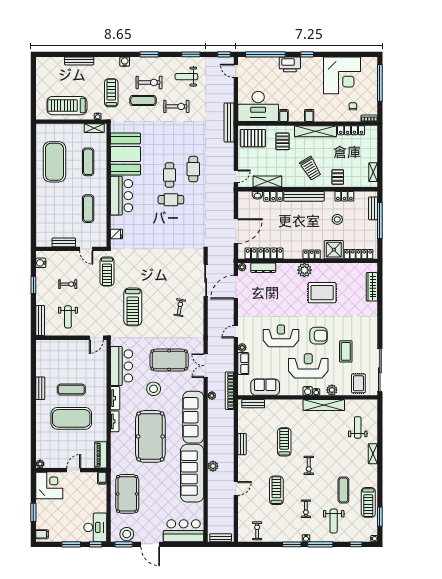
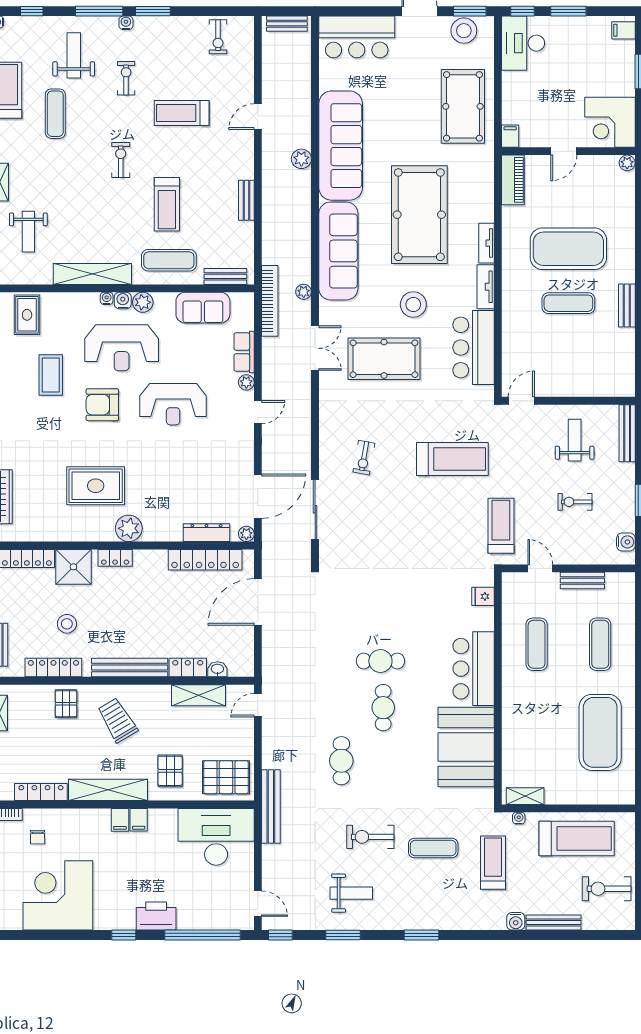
water cooler: (125, 62) -> (516, 921), moved
exercise bike: (149, 82) -> (607, 889), moved
treadmill: (111, 93) -> (493, 863), turned 180
filing cabinet: (284, 116) -> (139, 820), moved
exercise mat: (88, 162) -> (600, 644), moved
cafe table: (193, 169) -> (341, 761), moved
locker: (344, 196) -> (53, 668), width x1.53
treadmill: (133, 307) -> (452, 459), turned 90
plant: (332, 390) -> (143, 302), moved
exercise mat: (283, 412) -> (169, 260), added
treadmill: (276, 490) -> (182, 113), turned 90

